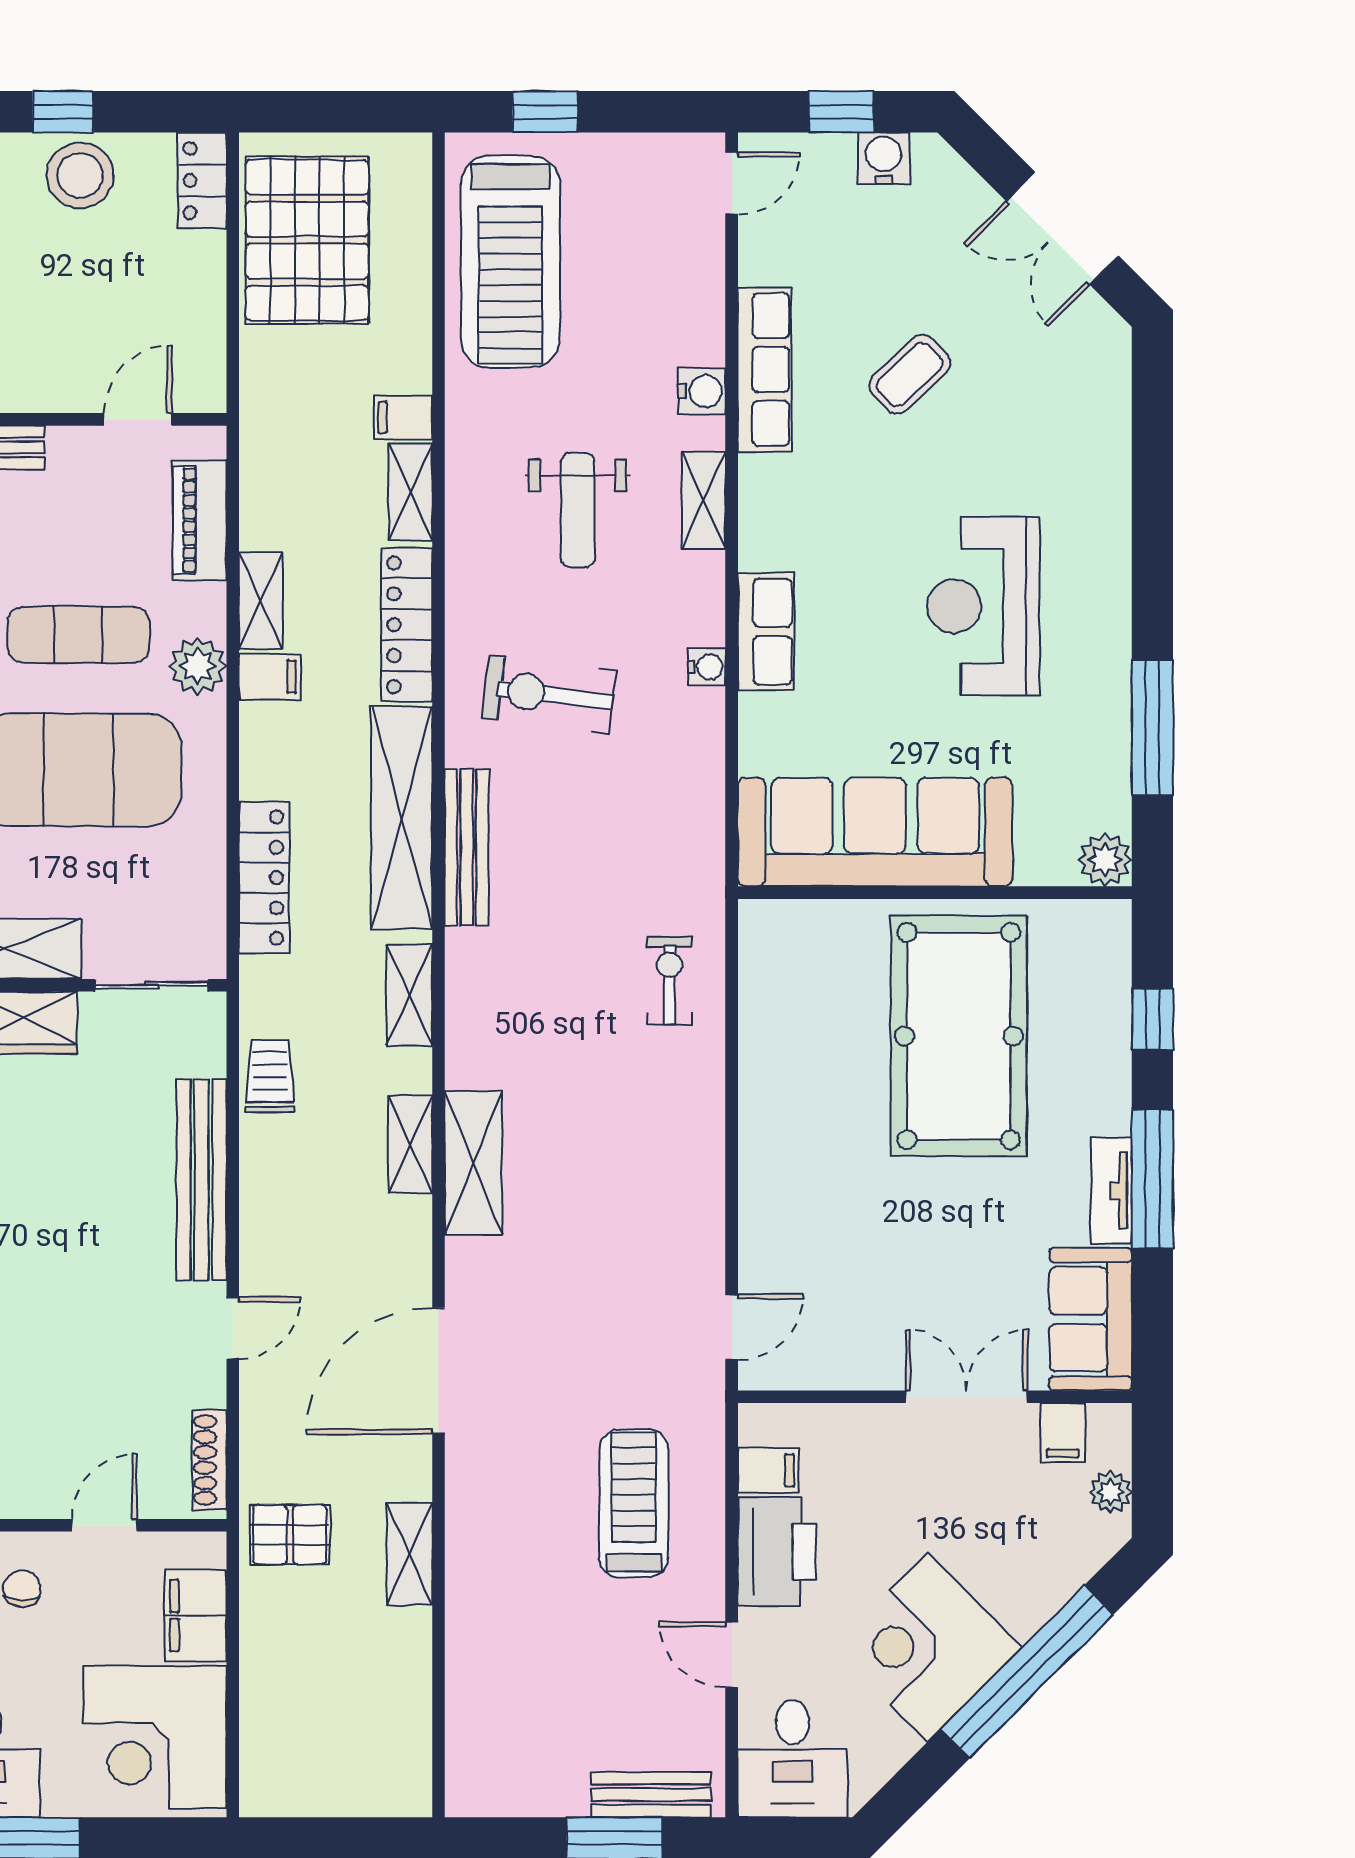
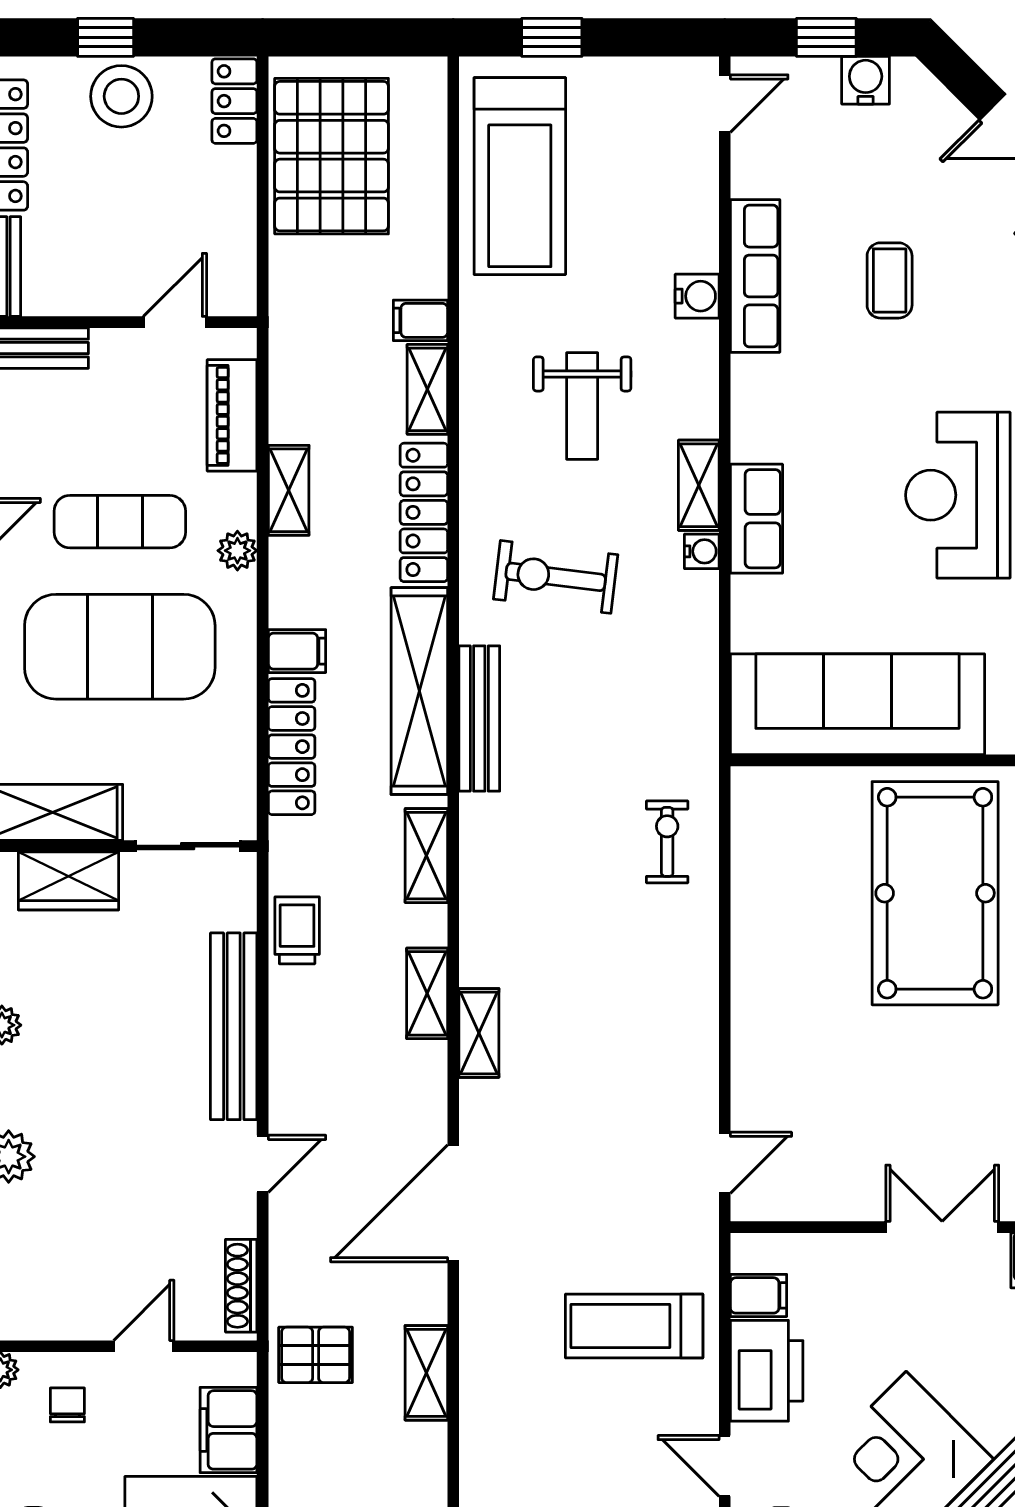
coffee table: (910, 374) -> (890, 280), turned -47
shelving: (704, 500) -> (699, 485), moved
plant: (197, 666) -> (237, 551), width x0.73, depth x0.73
filing cabinet: (270, 677) -> (297, 651), moved
shelving: (473, 1163) -> (479, 1033), width x0.67, depth x0.75
treadmill: (634, 1503) -> (634, 1326), turned -90

